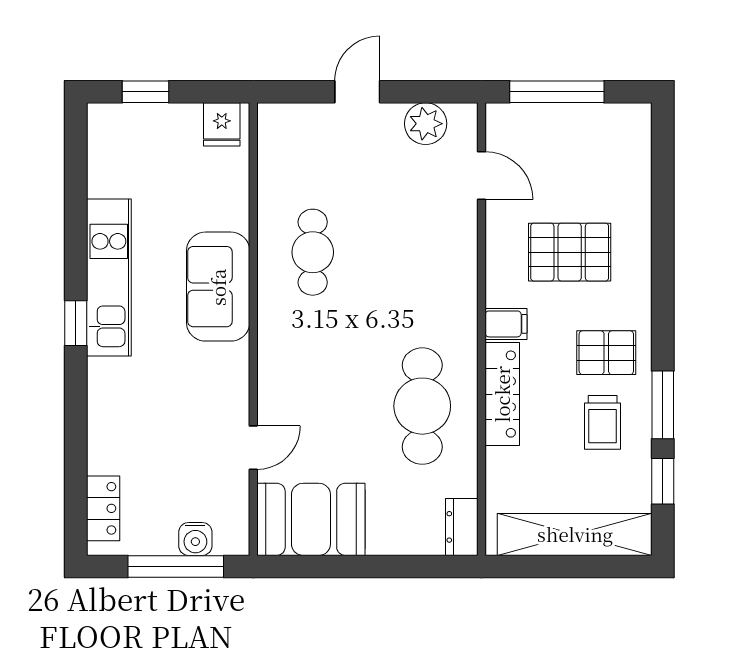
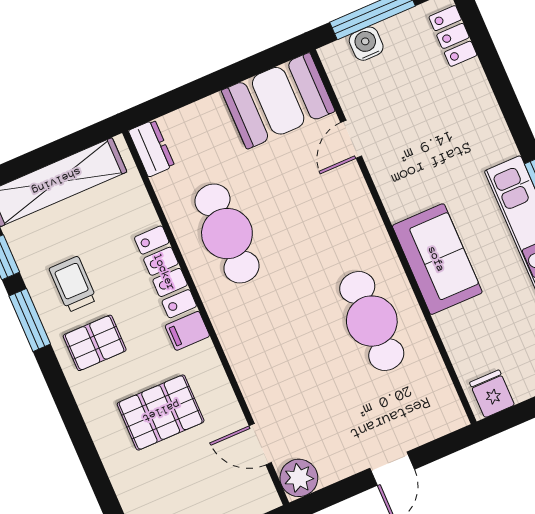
plant: (426, 124) -> (299, 478), moved
cafe table: (313, 252) -> (372, 321), width x1.37, depth x1.35

